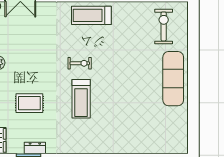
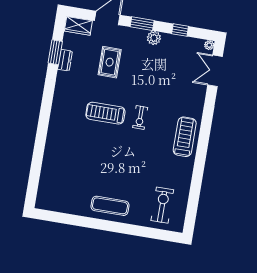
exercise bike: (164, 26) -> (162, 205), turned -90
exercise mat: (173, 79) -> (110, 206), width x0.73, depth x0.69

